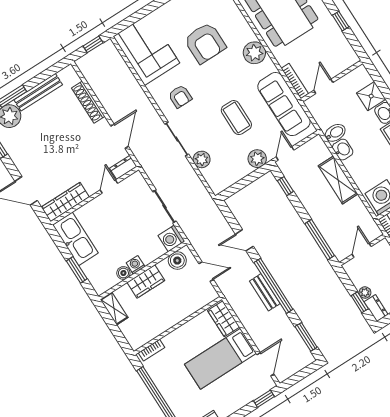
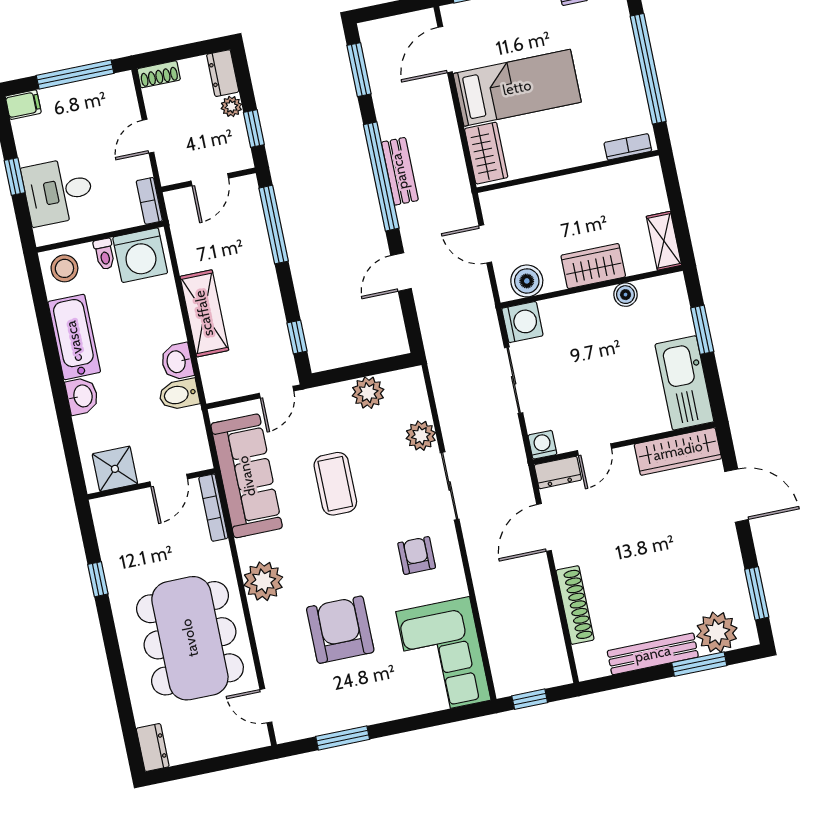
shower: (371, 96) -> (115, 469), moved
plant: (257, 159) -> (368, 393), moved
door: (244, 240) -> (401, 272), swing flipped
washing machine: (136, 265) -> (542, 445), moved, turned 180
window: (360, 302) -> (254, 128), moved

